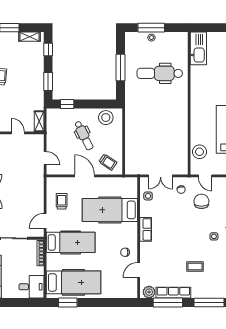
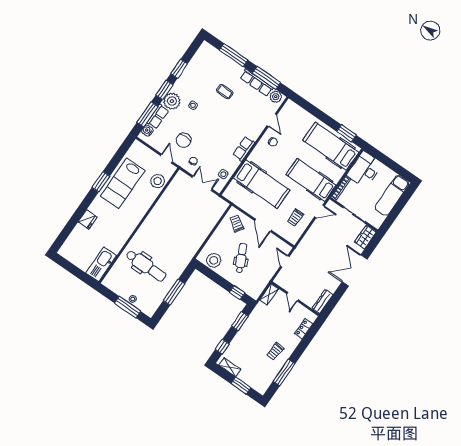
door: (139, 270) -> (272, 120), hinge flipped
desk: (31, 287) -> (365, 170), width x1.37

